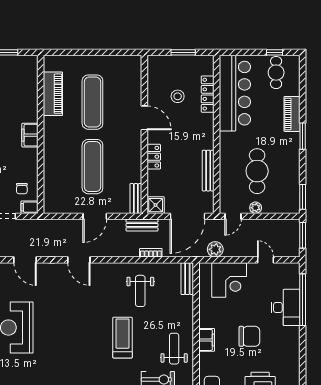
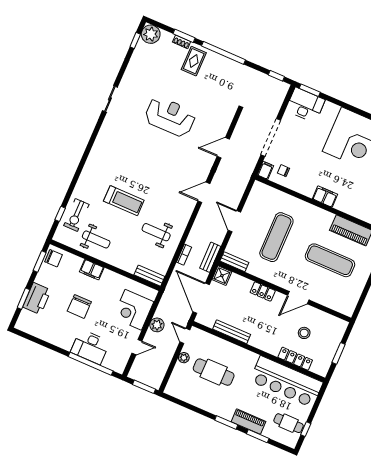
exercise mat: (92, 167) -> (276, 237), turned 90
window: (303, 197) -> (258, 436), moved
plant: (215, 249) -> (157, 325), moved

